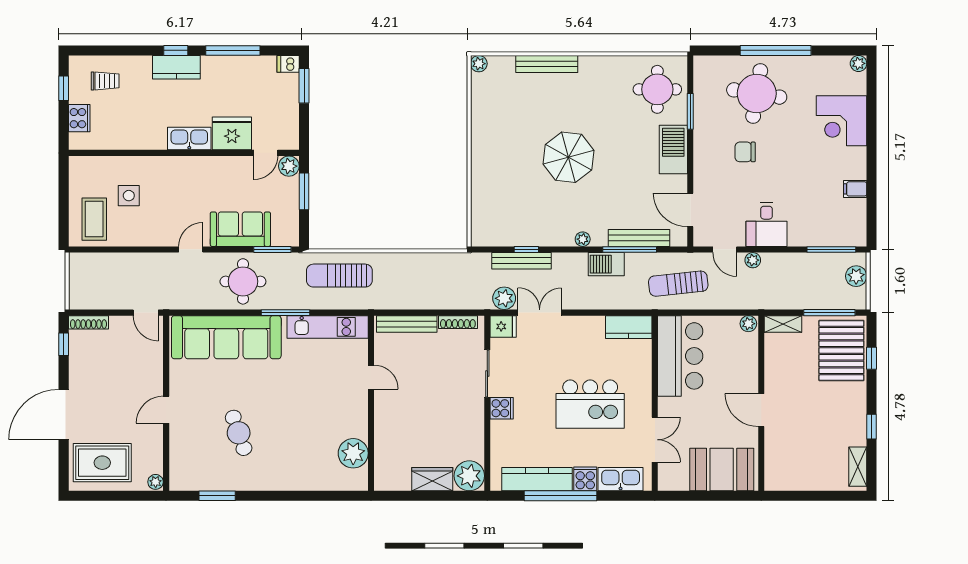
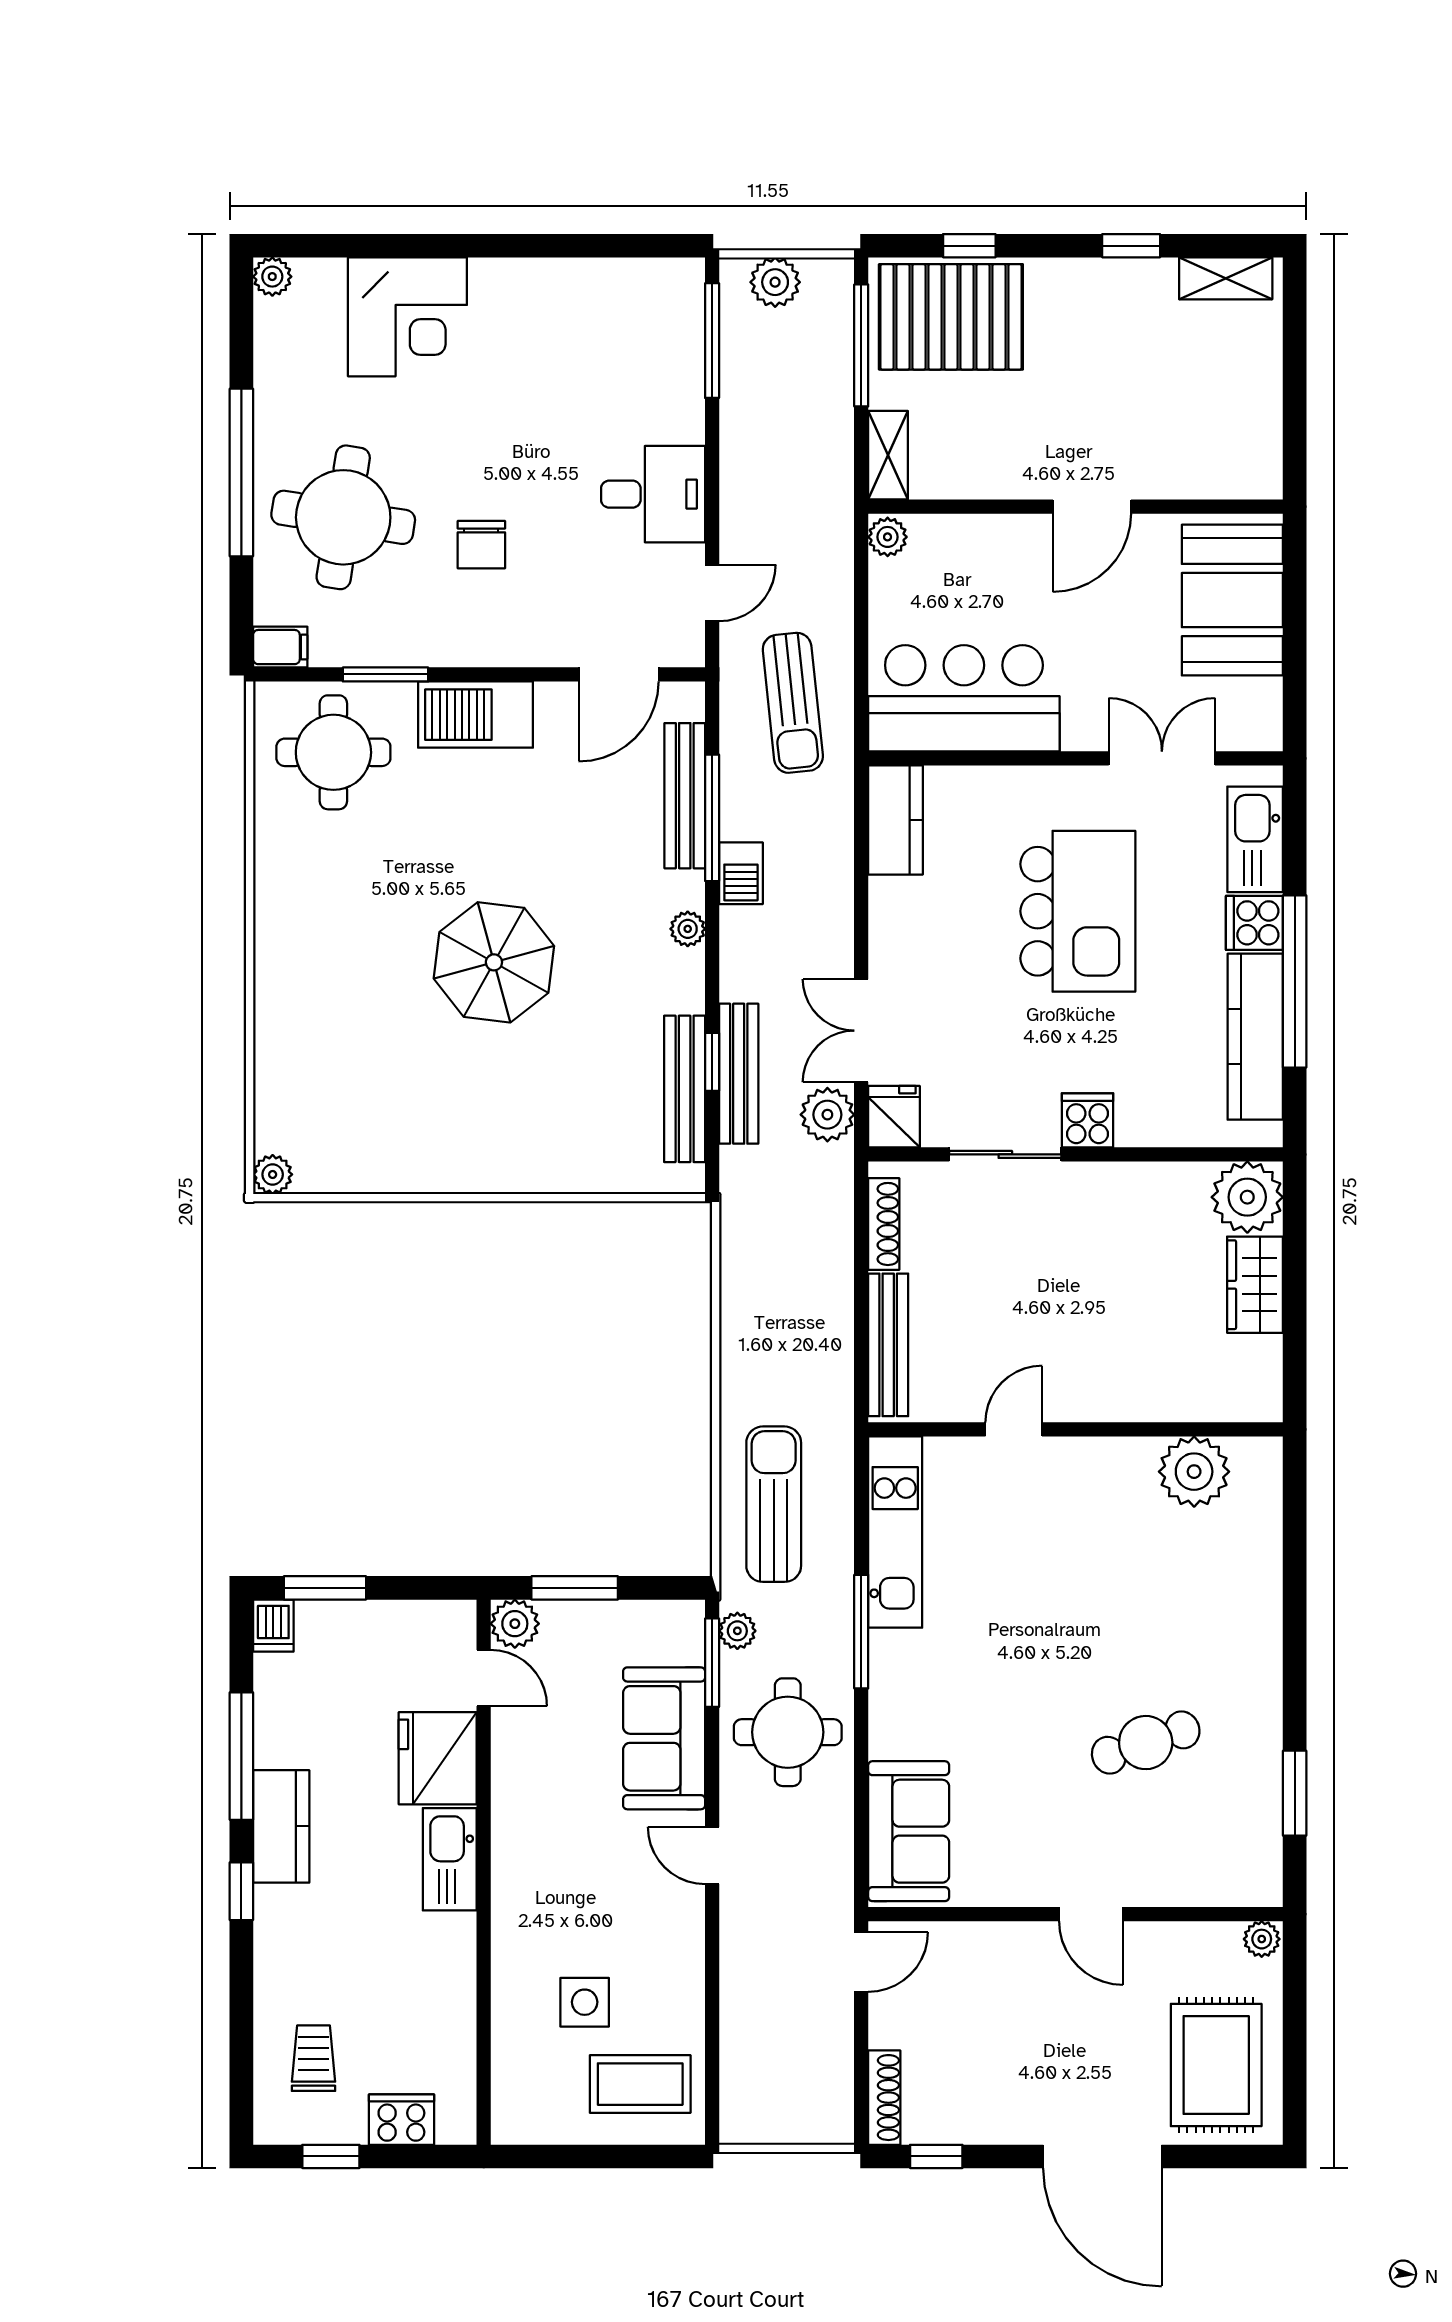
bench: (547, 64) -> (685, 1089), moved
kitchen counter: (176, 67) -> (281, 1826), moved
filing cabinet: (855, 189) -> (280, 647), moved, turned -90
plant: (753, 260) -> (737, 1631), moved
barbecue: (606, 264) -> (741, 873), width x0.73, depth x0.79
sun lounger: (339, 276) -> (774, 1504), turned 180
sofa: (226, 337) -> (909, 1831), width x0.54, depth x0.79

